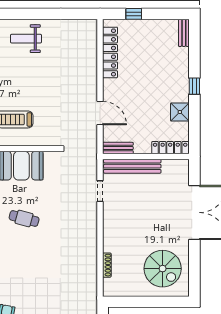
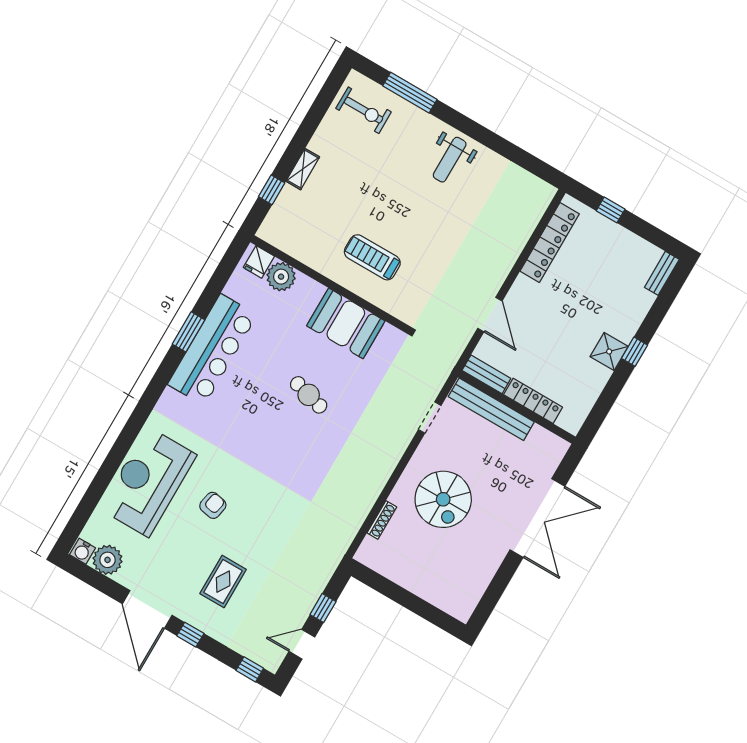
weight bench: (26, 39) -> (450, 160), turned -90
shower: (180, 112) -> (609, 352), moved
locker: (170, 148) -> (533, 401), moved
spiral stairs: (163, 269) -> (443, 499), moved

